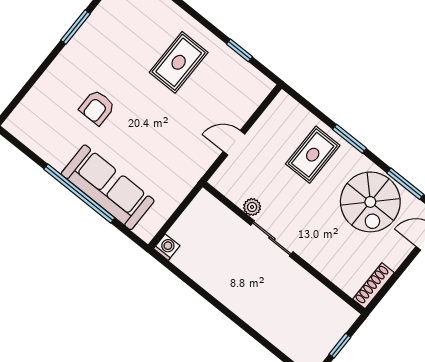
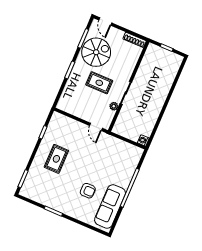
rug: (179, 62) -> (56, 159), turned 90
door: (234, 143) -> (96, 127), moved
rug: (313, 155) -> (99, 83), moved
sofa: (108, 187) -> (110, 206), moved

